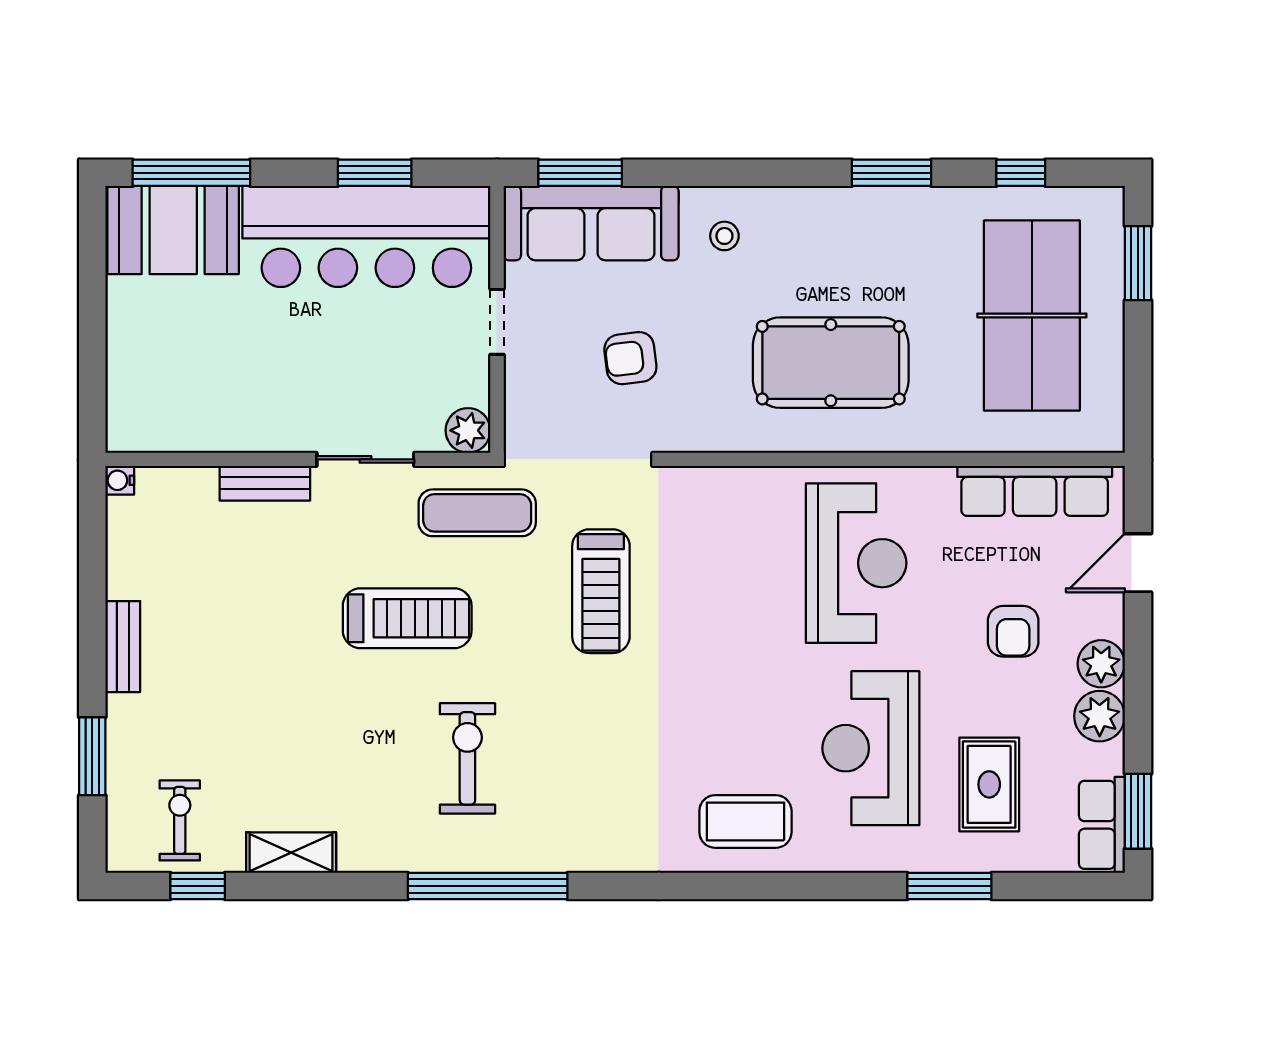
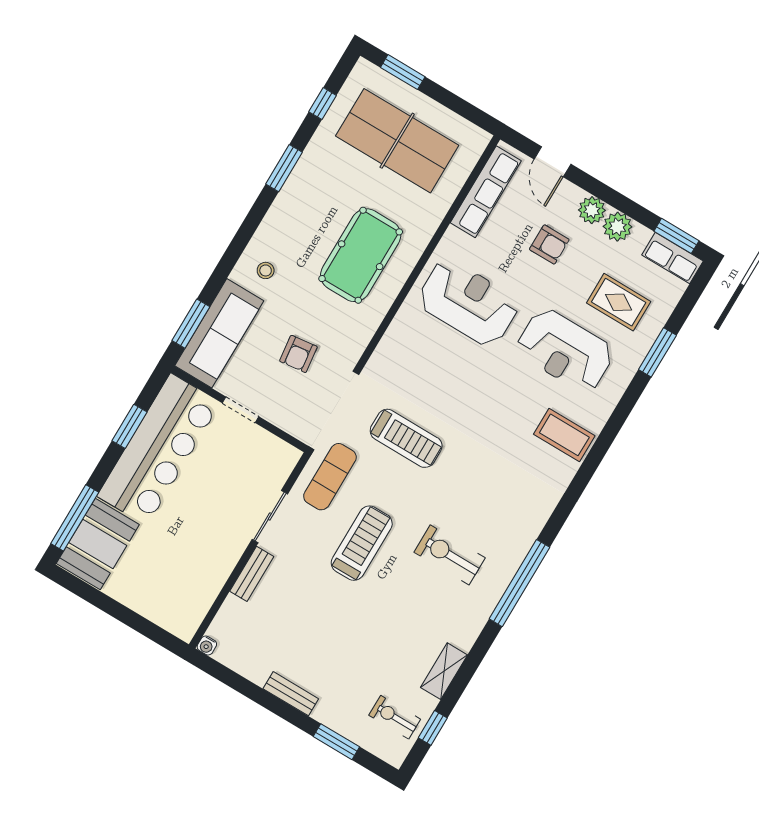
plant: (468, 430) -> (286, 457), removed
coffee table: (745, 821) -> (564, 435), turned 90

